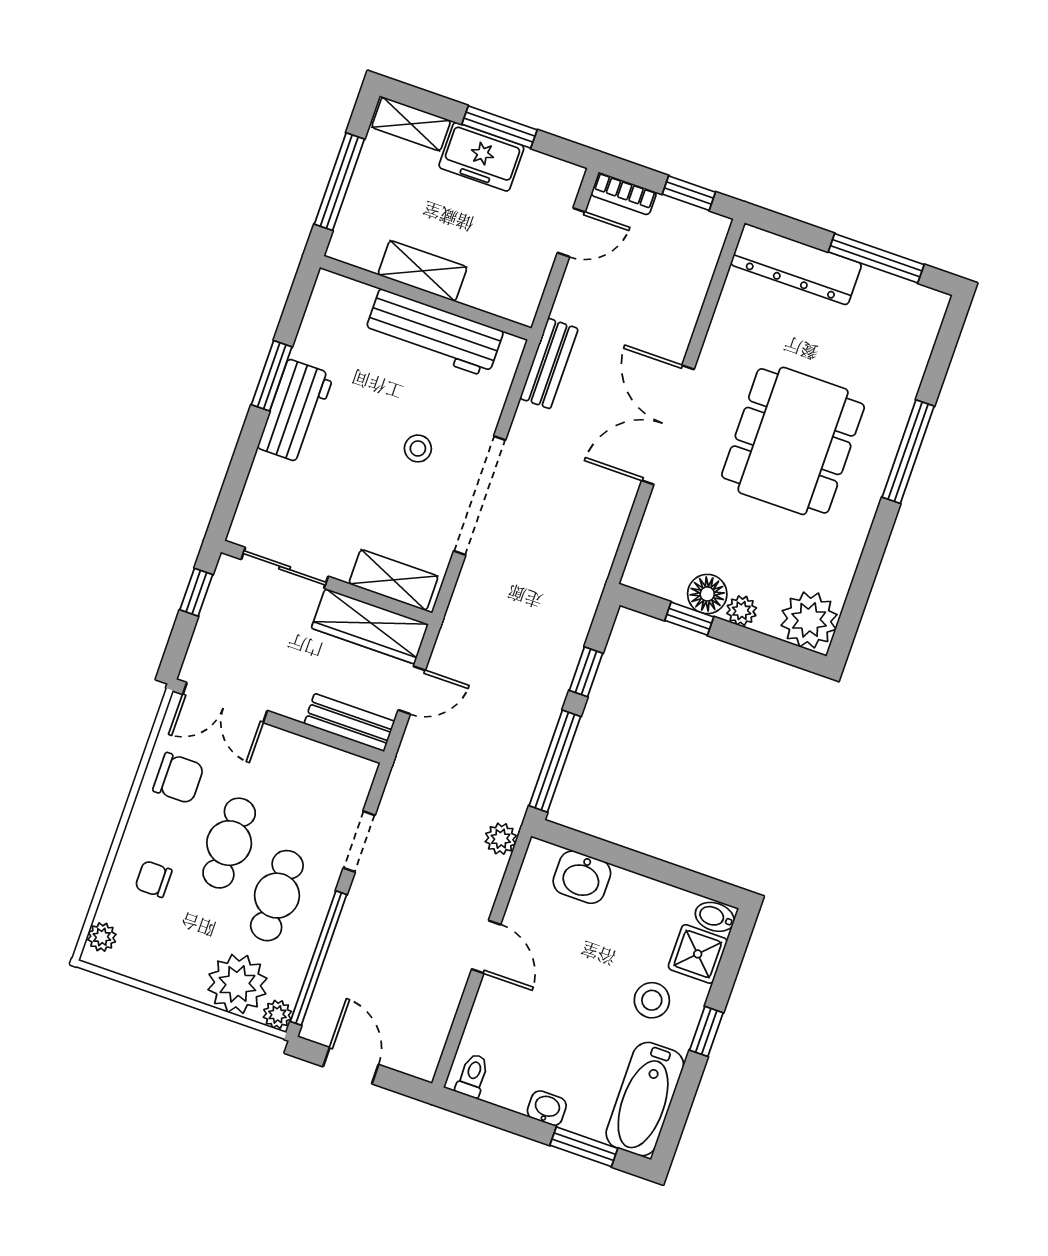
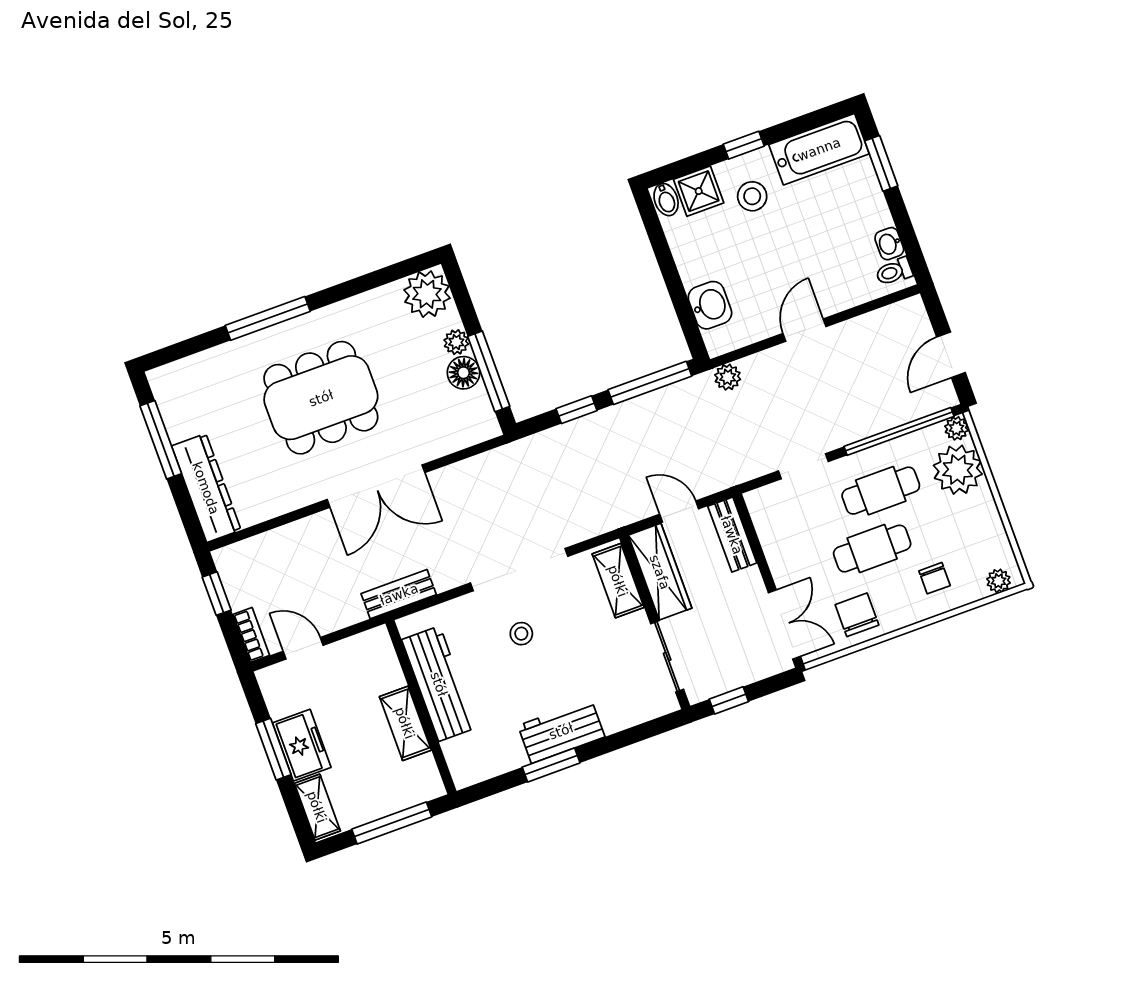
window: (689, 619) -> (489, 371), width x2.17
washbasin: (547, 1108) -> (889, 244), moved

